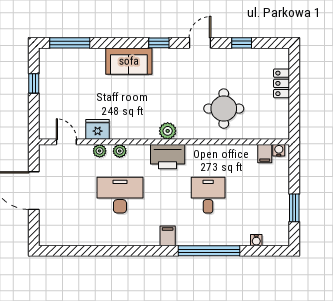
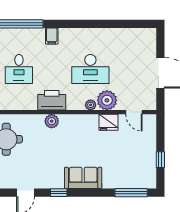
plant: (100, 151) -> (107, 100), width x1.88, depth x1.88

